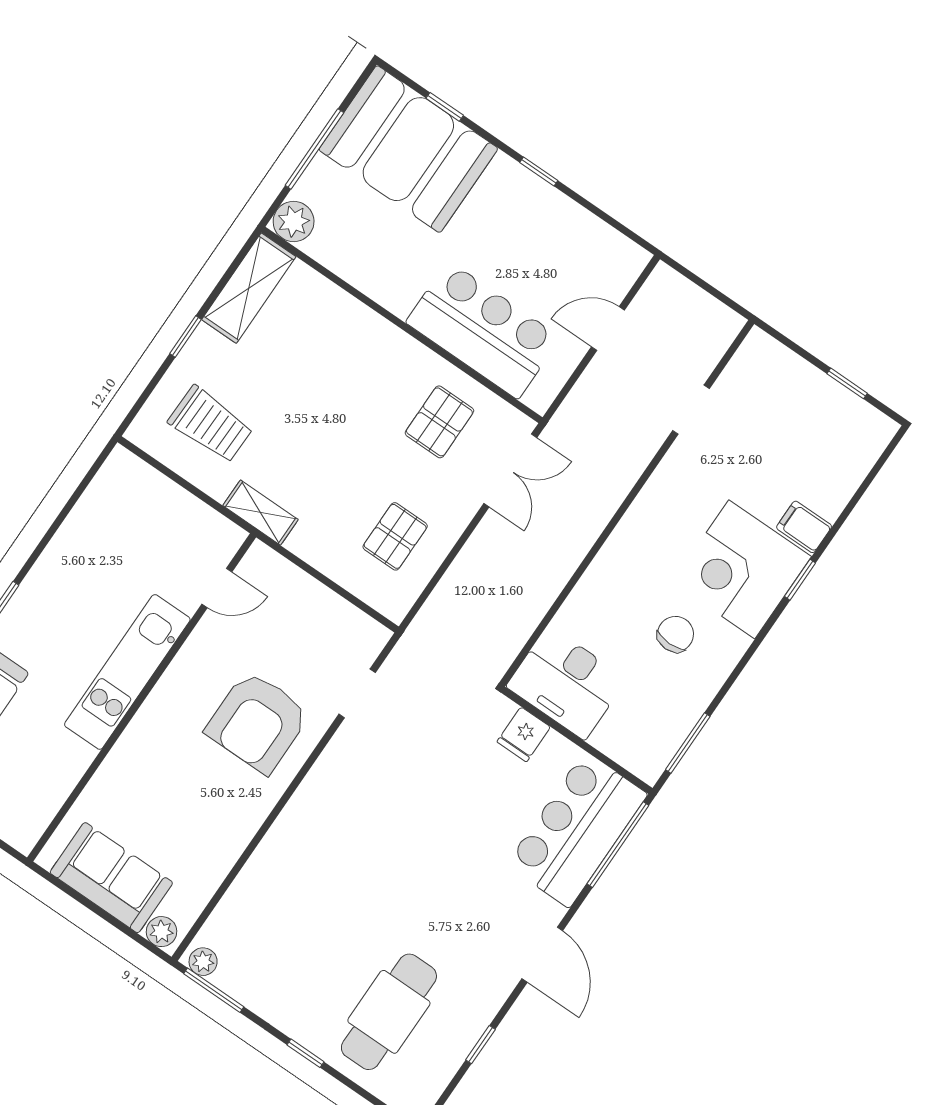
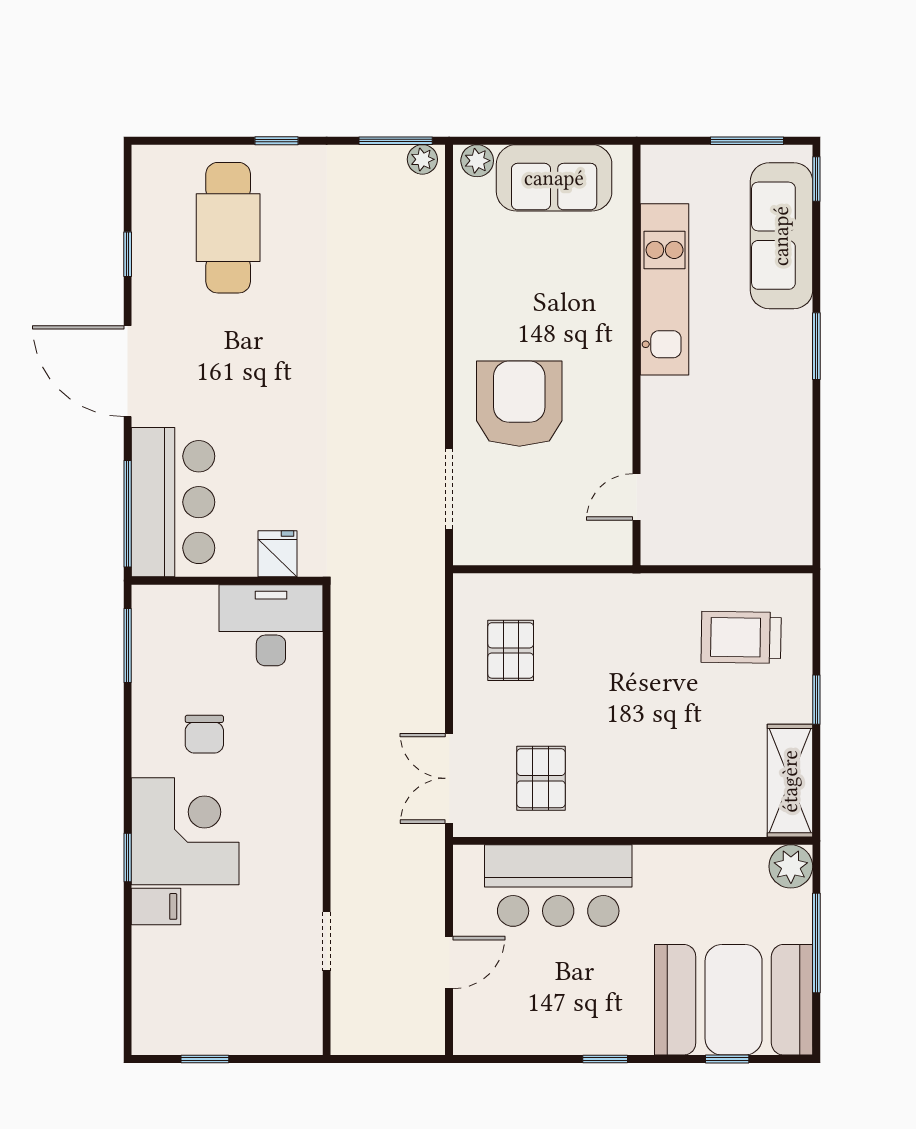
shelving: (260, 513) -> (644, 590), removed
kitchen unit: (127, 672) -> (665, 289), moved
doorway: (357, 693) -> (449, 489), width x1.38
door: (542, 955) -> (128, 371), width x1.36

